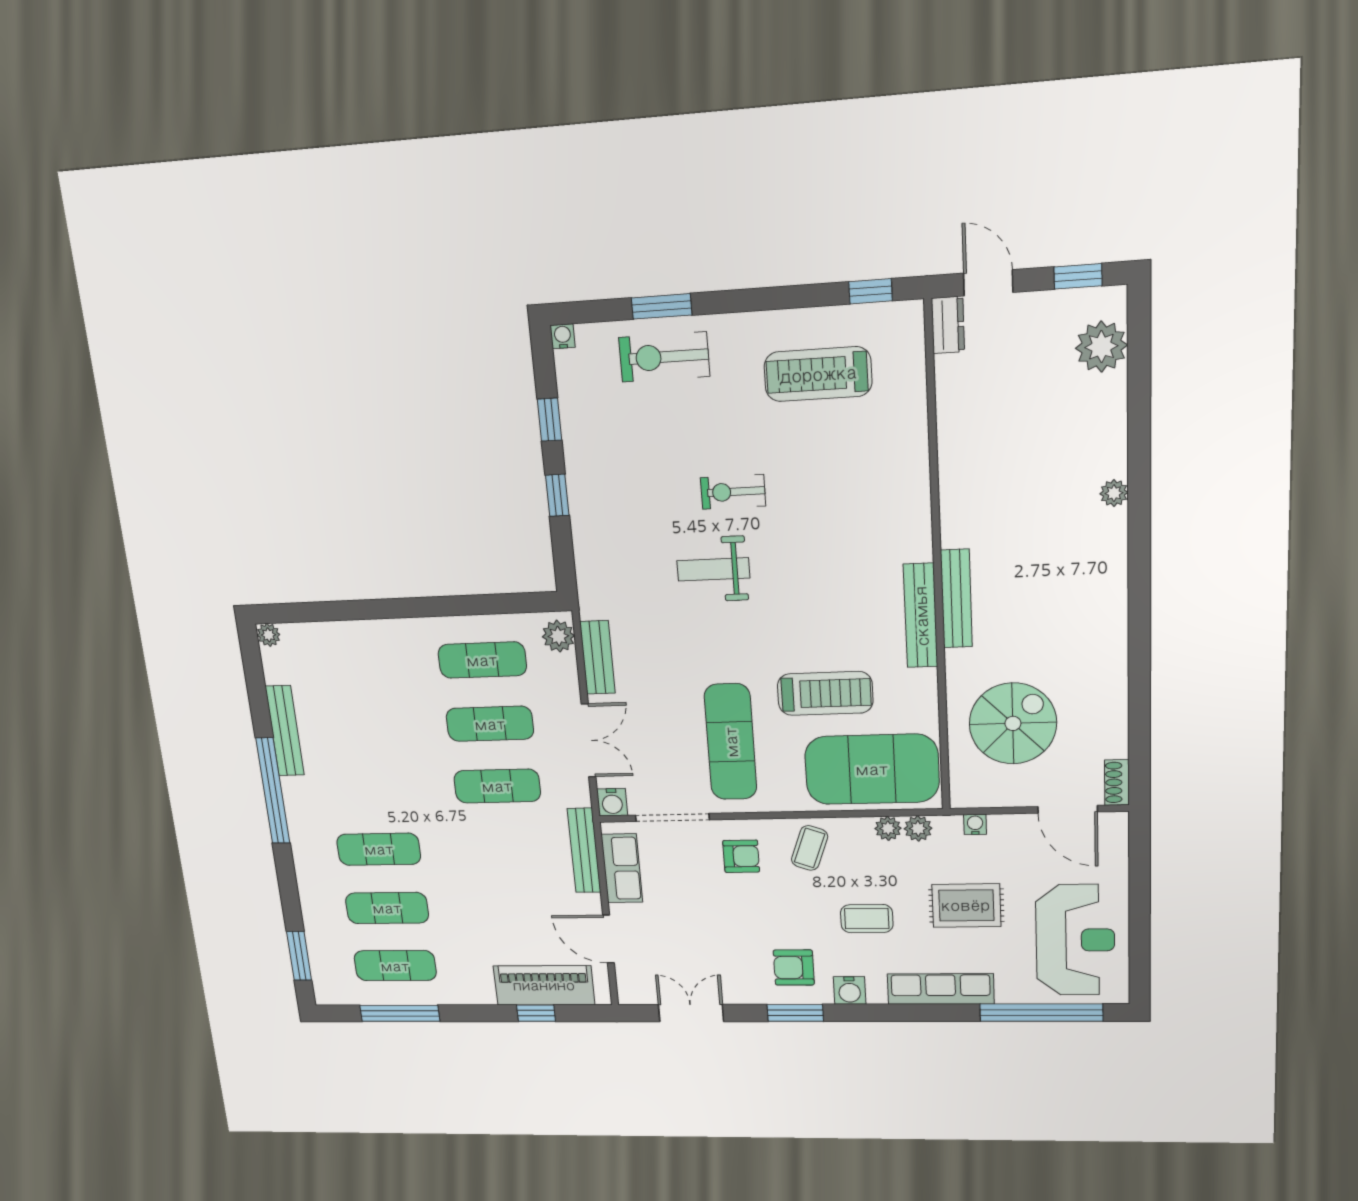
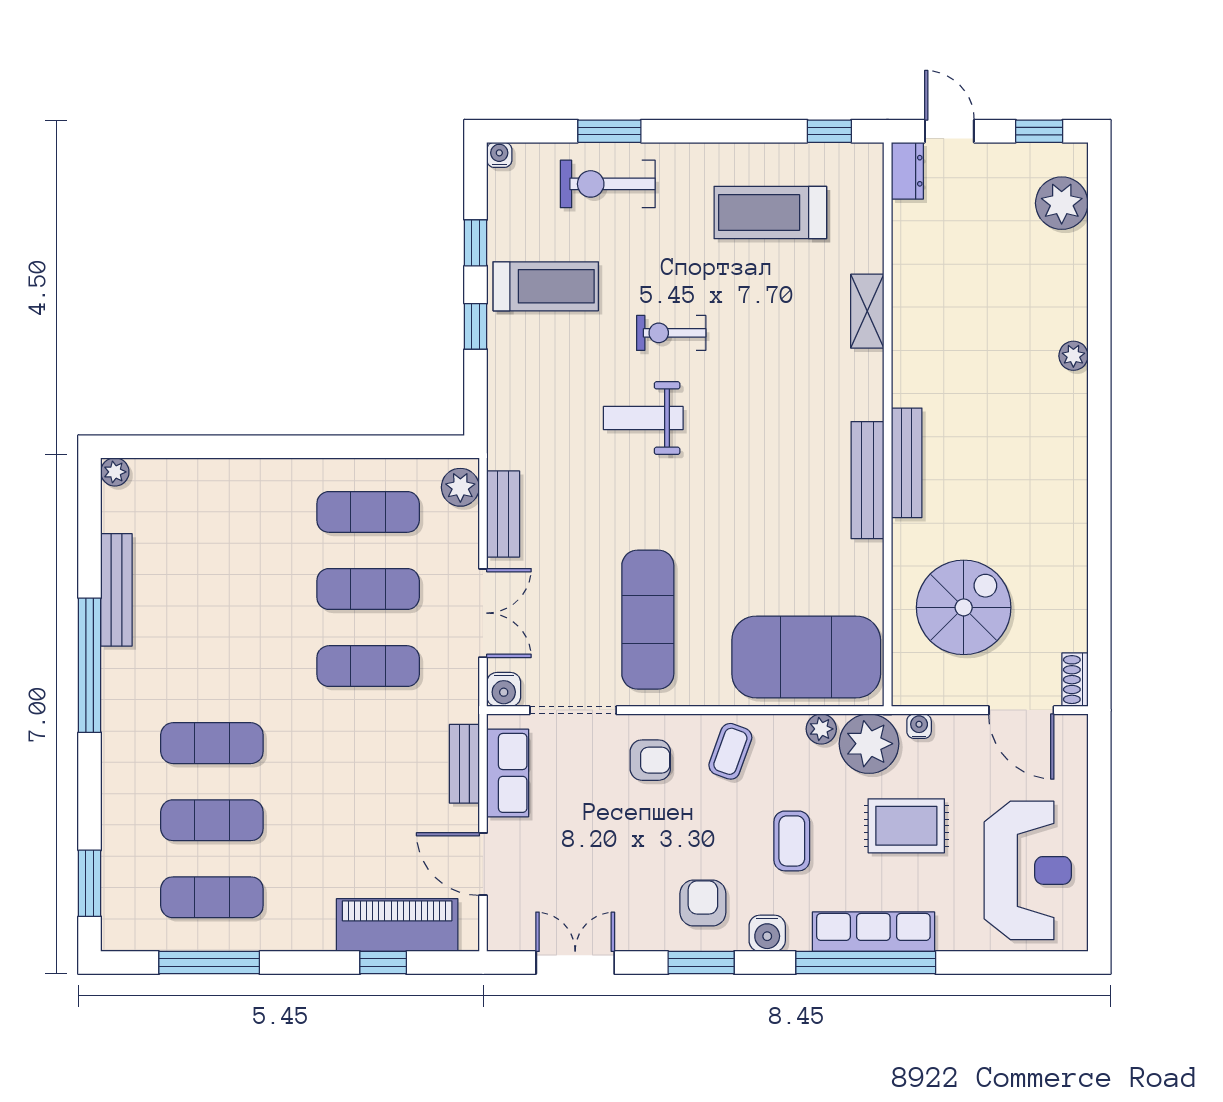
shelving: (914, 462) -> (867, 311), added
treadmill: (825, 693) -> (546, 286), moved
plant: (918, 828) -> (869, 744), width x1.88, depth x1.88
bench: (584, 850) -> (464, 764), width x0.73
coffee table: (867, 919) -> (792, 841), turned 90
armchair: (794, 968) -> (703, 903), turned 90
window: (1041, 1013) -> (866, 963), moved

